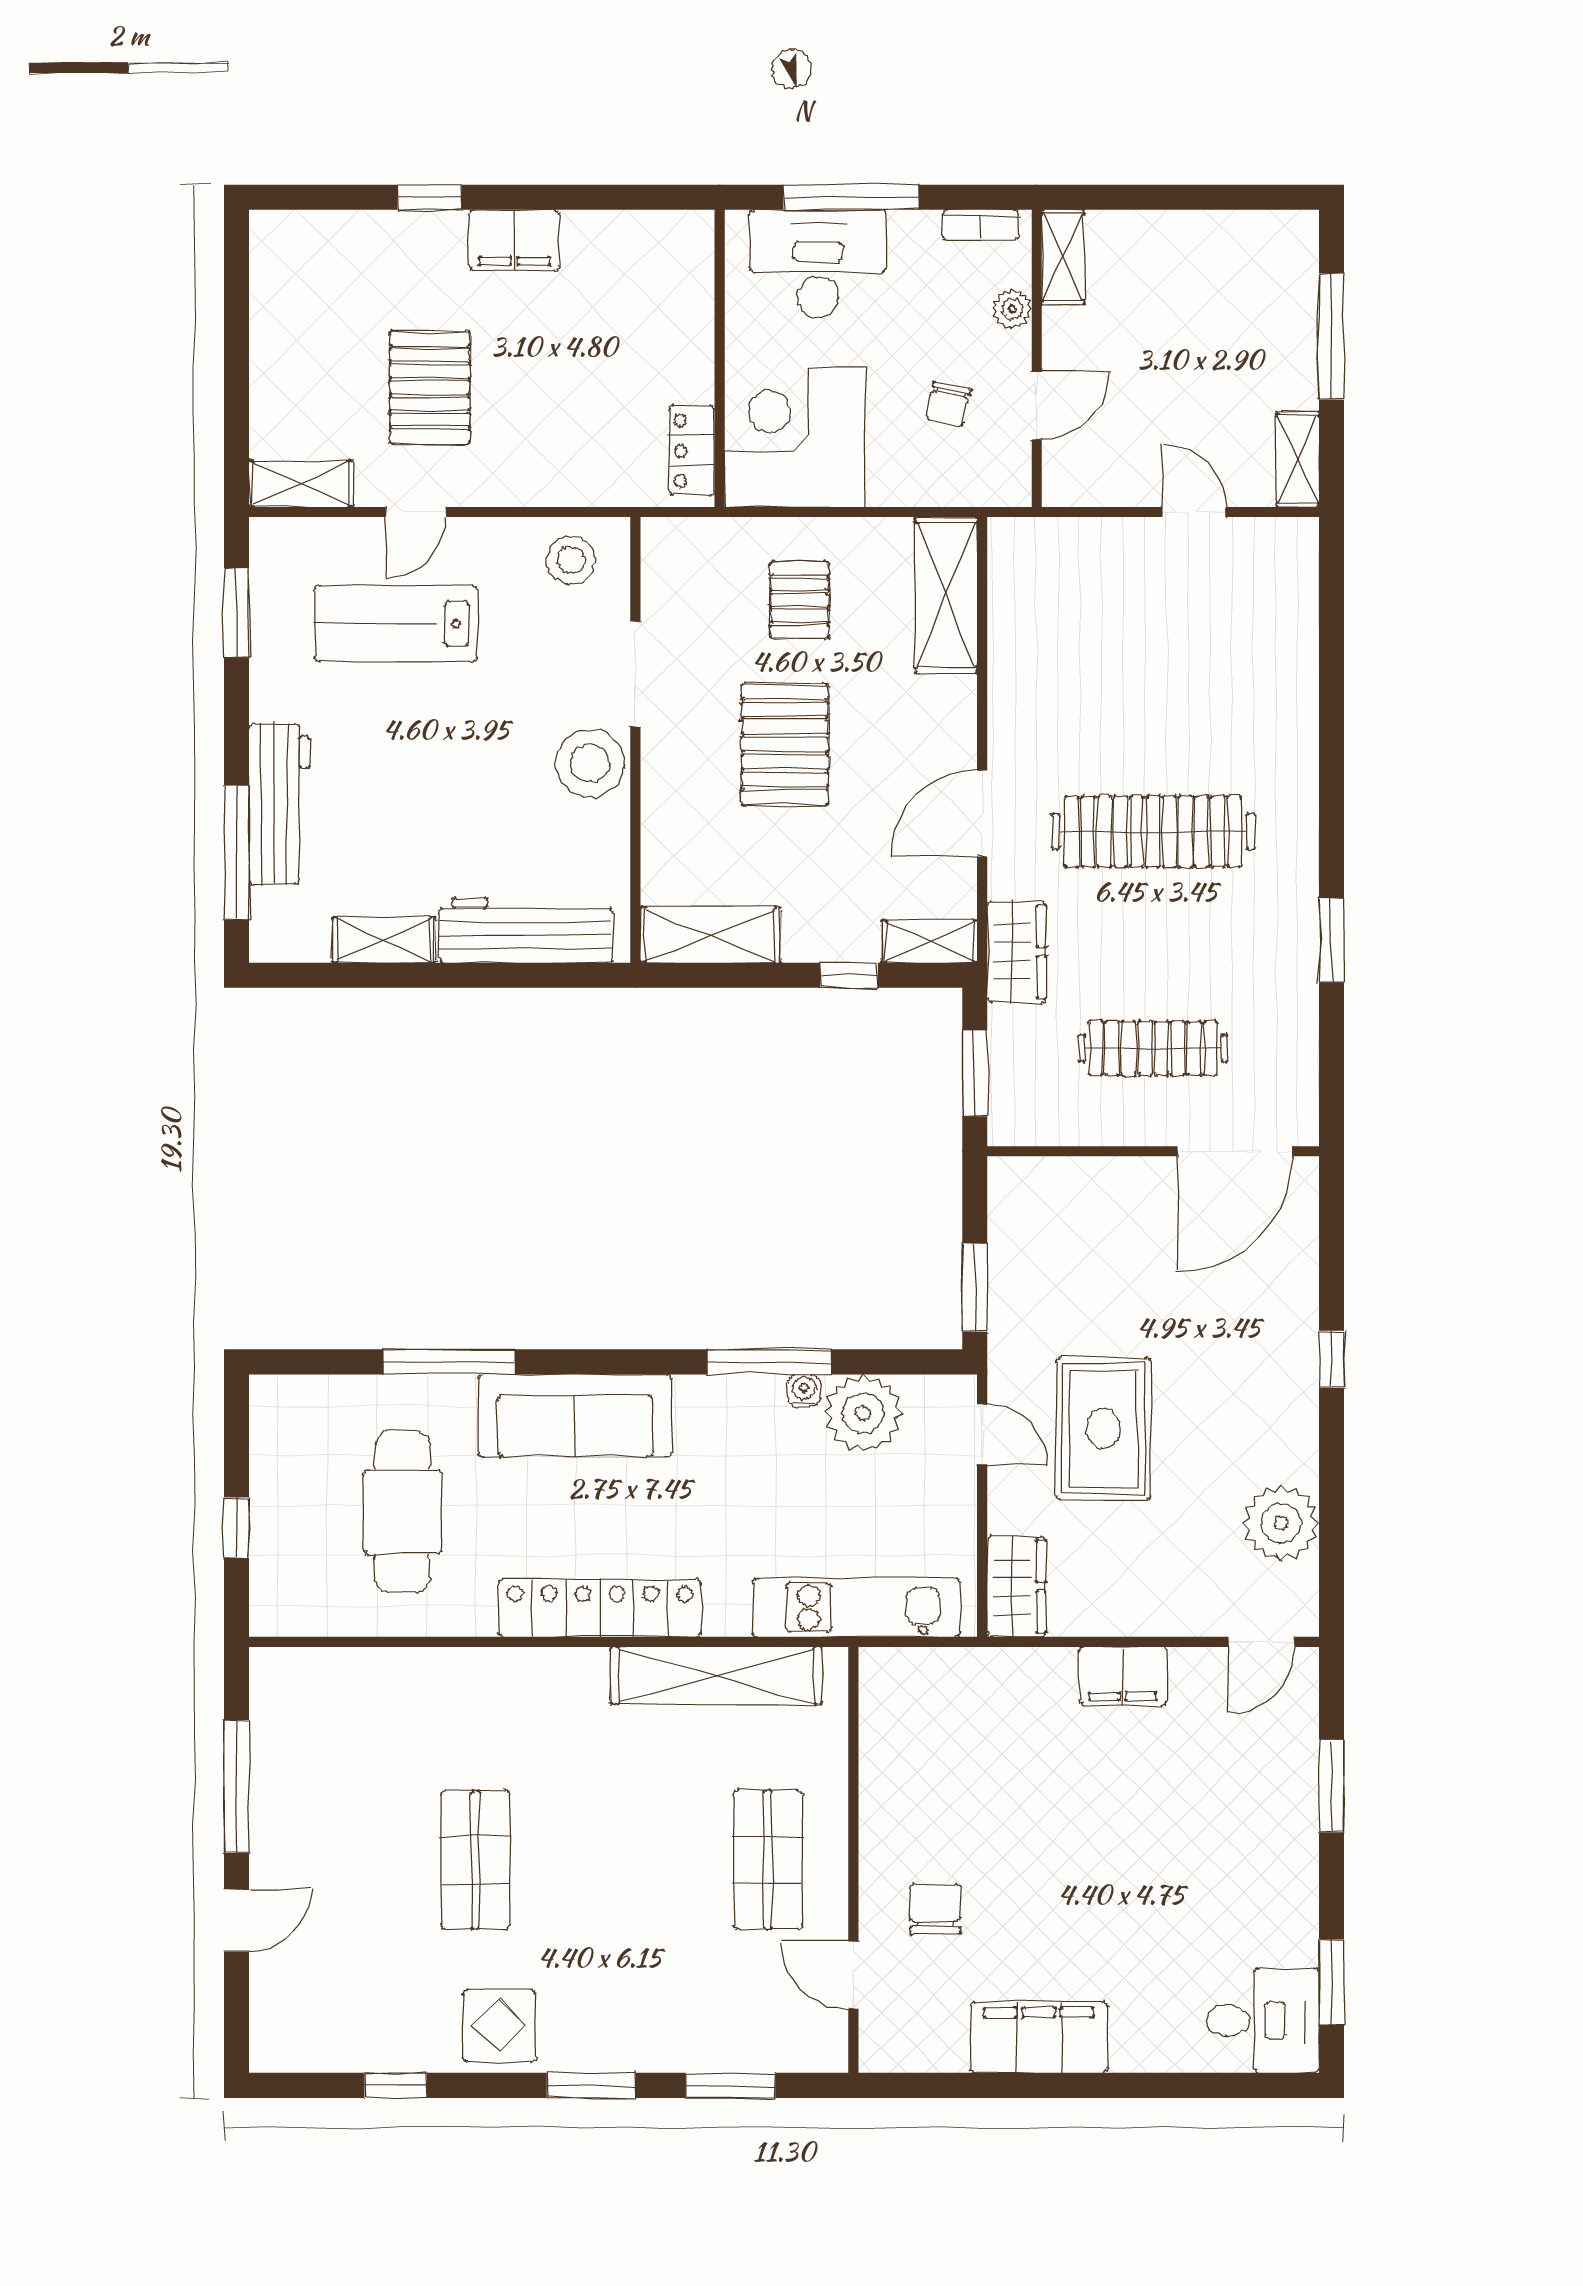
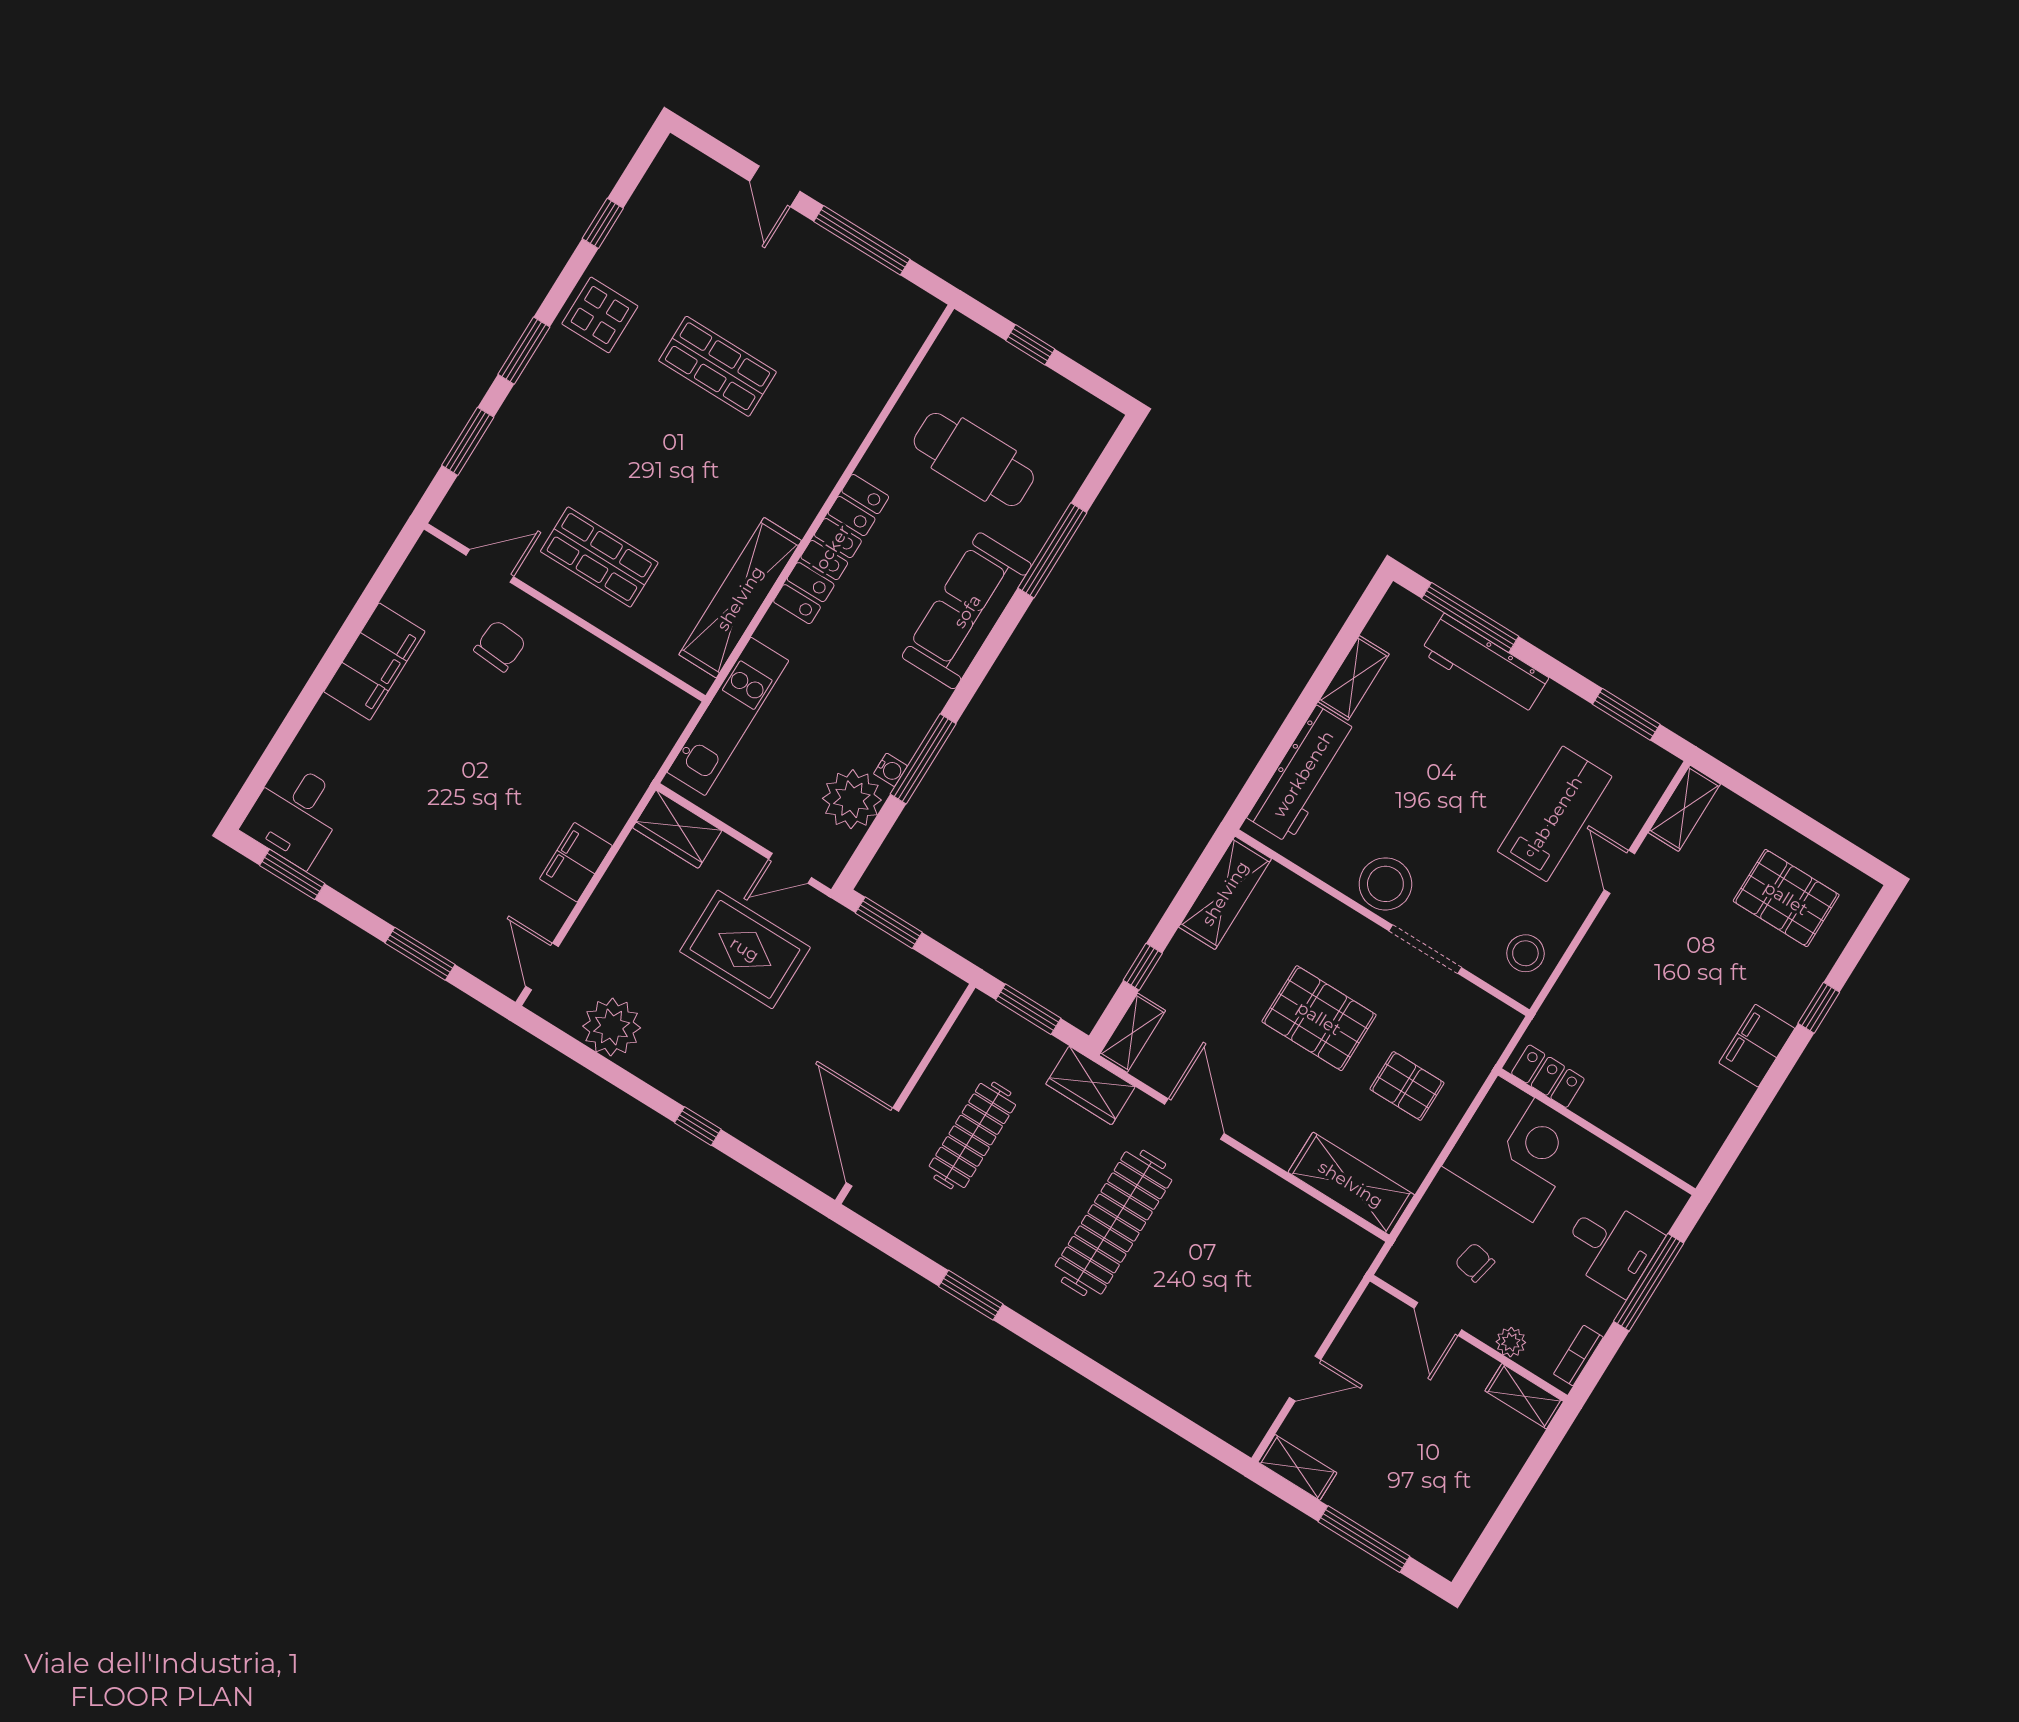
desk: (818, 264) -> (1611, 1246), width x0.73
pallet: (430, 387) -> (1786, 898), moved
chair: (935, 1909) -> (500, 646), turned -86

